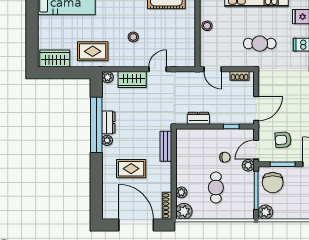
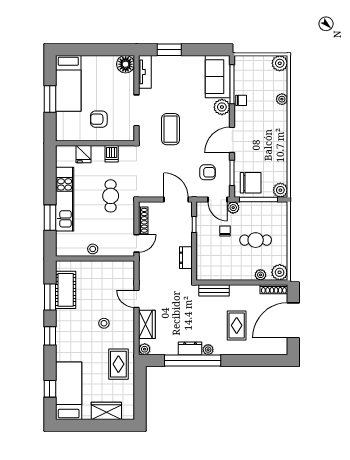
wardrobe: (55, 58) -> (106, 411), moved, turned 90
shoe rack: (240, 76) -> (143, 220), width x1.43
armchair: (283, 140) -> (207, 172), turned -85

